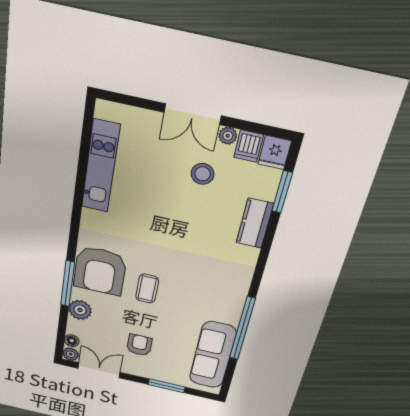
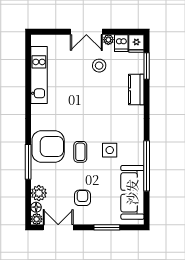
armchair: (100, 271) -> (48, 146), turned -90
side table: (192, 296) -> (110, 150), added
plant: (80, 310) -> (39, 193), moved

